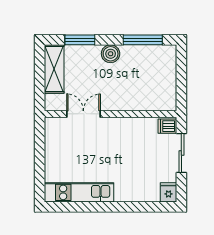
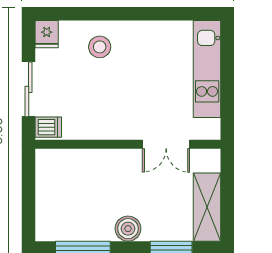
stool: (131, 183) -> (100, 47), added
kitchen unit: (79, 192) -> (207, 69), moved, turned 90

